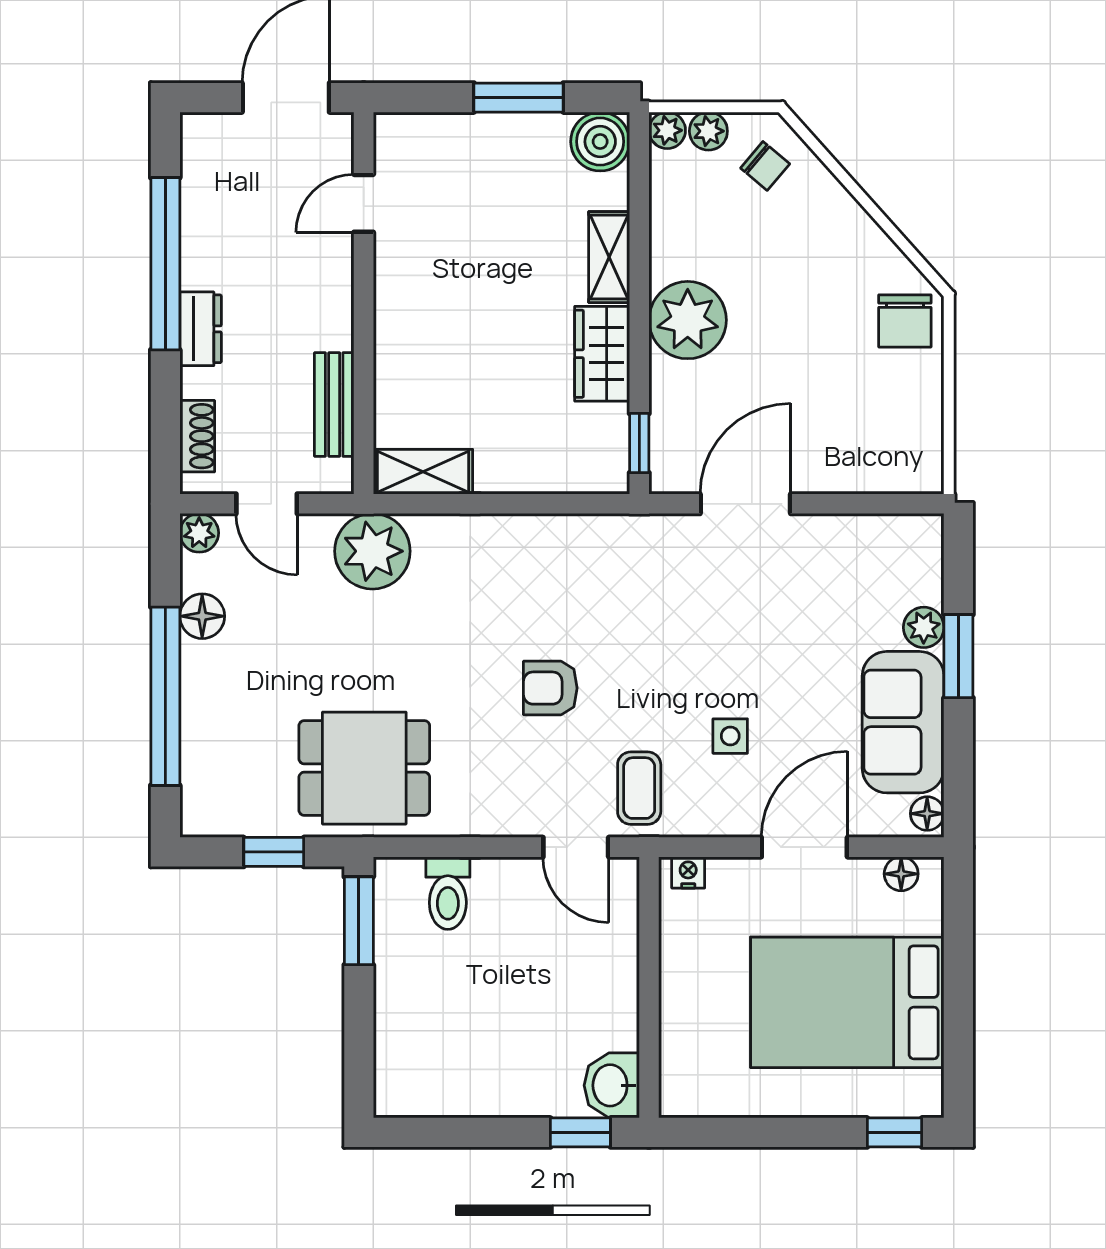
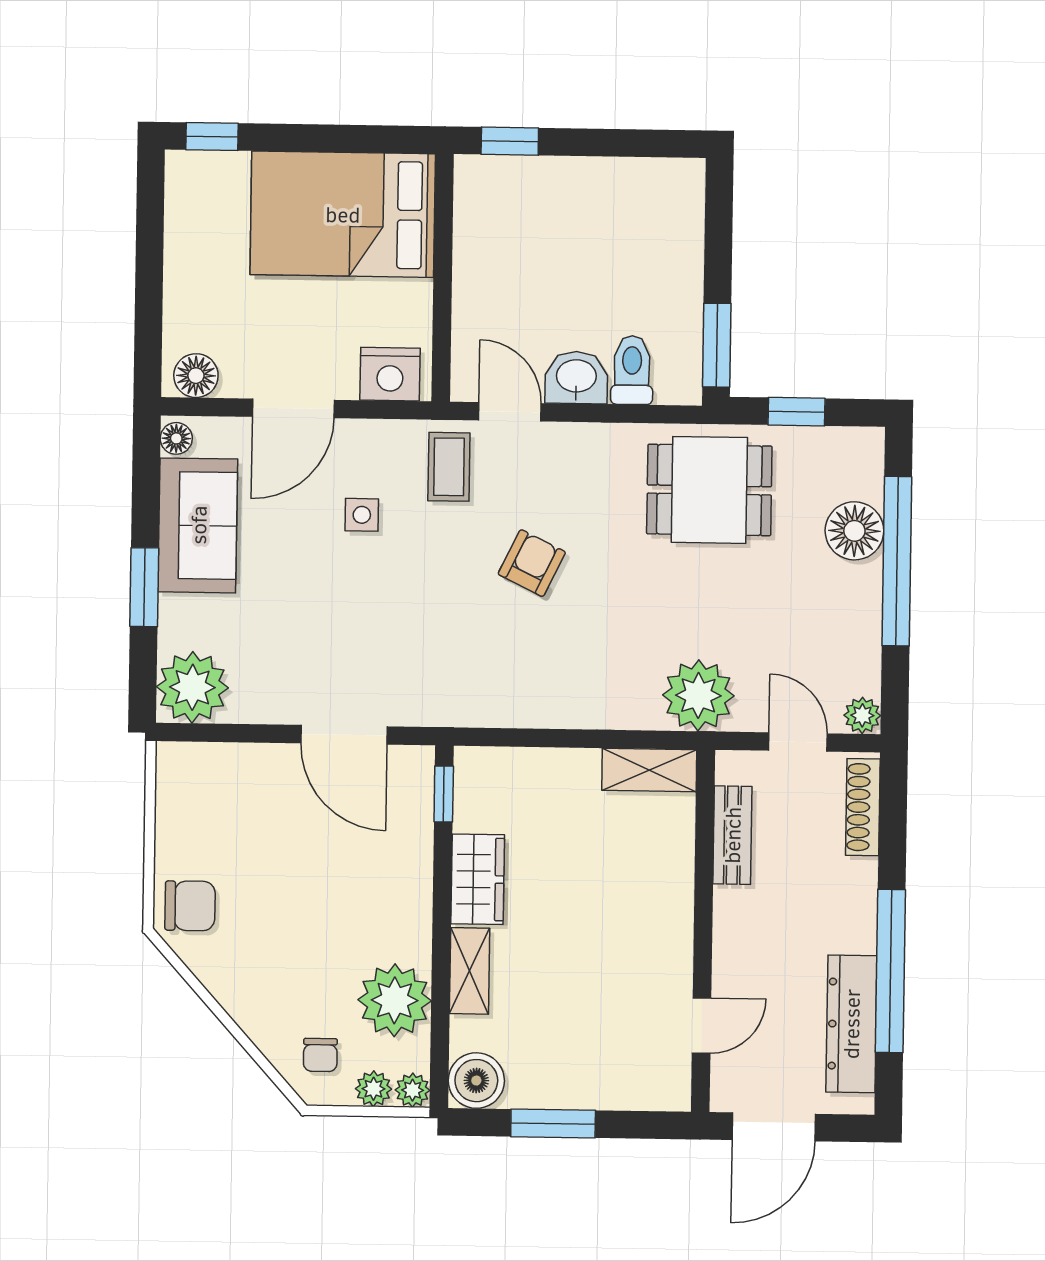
chair: (765, 166) -> (320, 1055), turned -130
plant: (688, 320) -> (395, 1000), moved
chair: (905, 321) -> (190, 906), turned 90
dresser: (201, 329) -> (851, 1024), moved, width x1.96, depth x1.24
shoe rack: (197, 436) -> (863, 807), width x1.43
door: (745, 504) -> (344, 735), hinge flipped
floor lamp: (202, 616) -> (854, 531), moved, width x1.38, depth x1.38
plant: (924, 627) -> (192, 687), moved, width x1.88, depth x1.88
armchair: (550, 688) -> (532, 563), turned -64
nightstand: (688, 872) -> (390, 374), width x1.89, depth x1.79
floor lamp: (901, 874) -> (196, 376), width x1.37, depth x1.37
bed: (847, 1002) -> (343, 214), moved, turned 180
washbasin: (612, 1085) -> (576, 377), moved, turned -90

